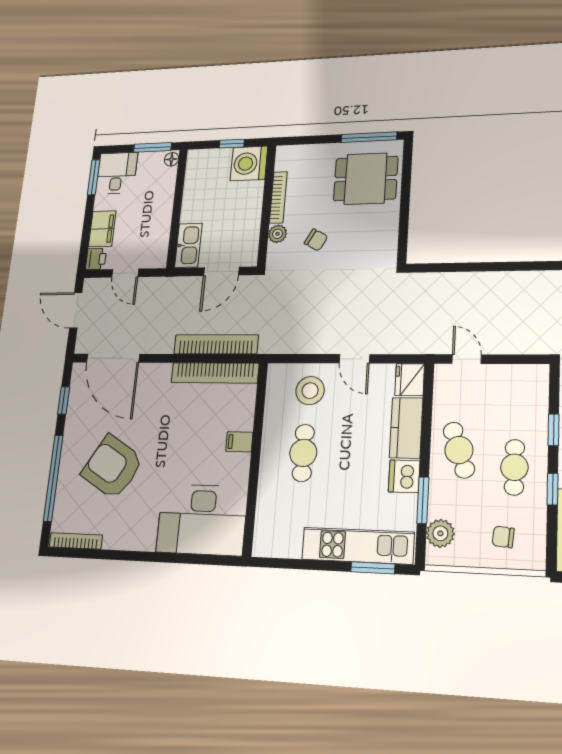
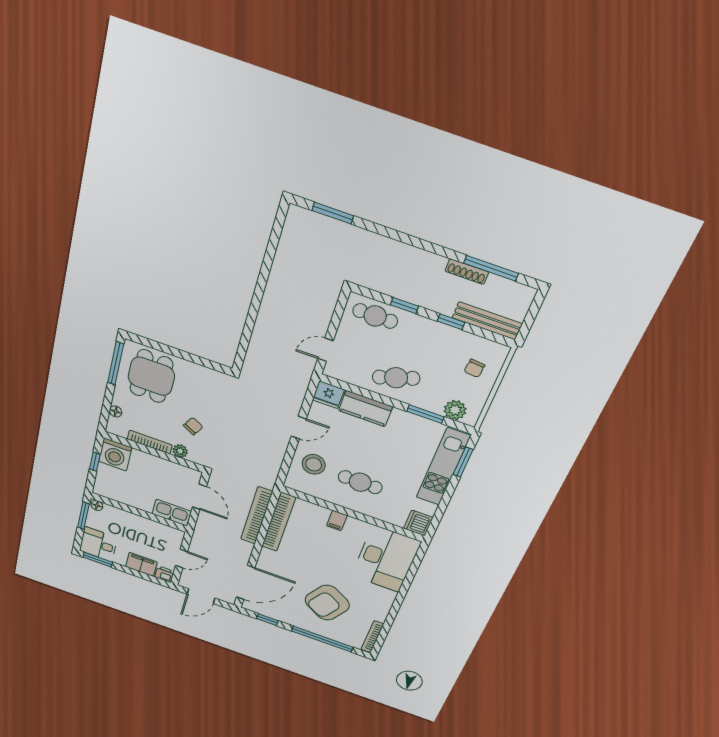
floor lamp: (307, 151) -> (116, 411), added
cafe table: (514, 467) -> (375, 316), moved
dishwasher: (404, 476) -> (418, 523), moved, turned 90

